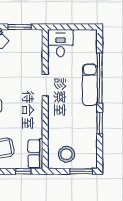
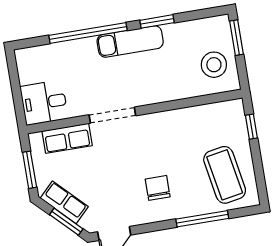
doorway: (45, 85) -> (112, 115), width x1.38
exam couch: (90, 85) -> (130, 42), moved
row of seats: (35, 154) -> (67, 138), moved

